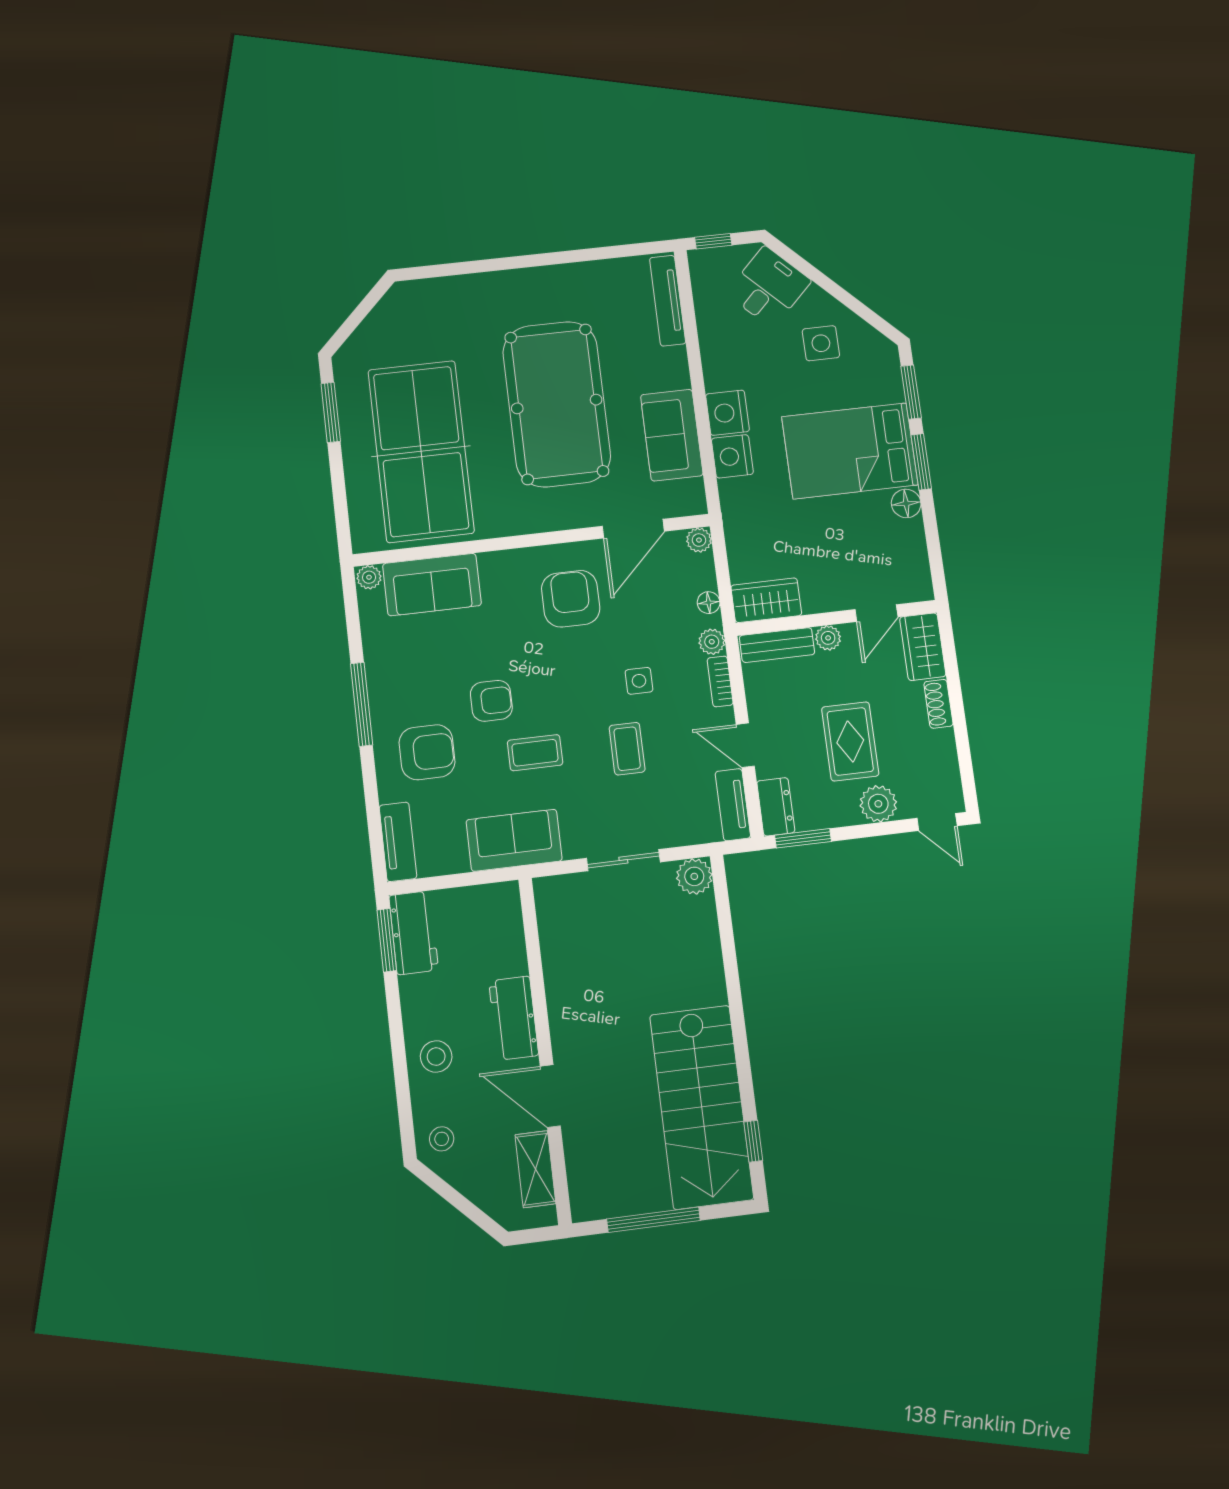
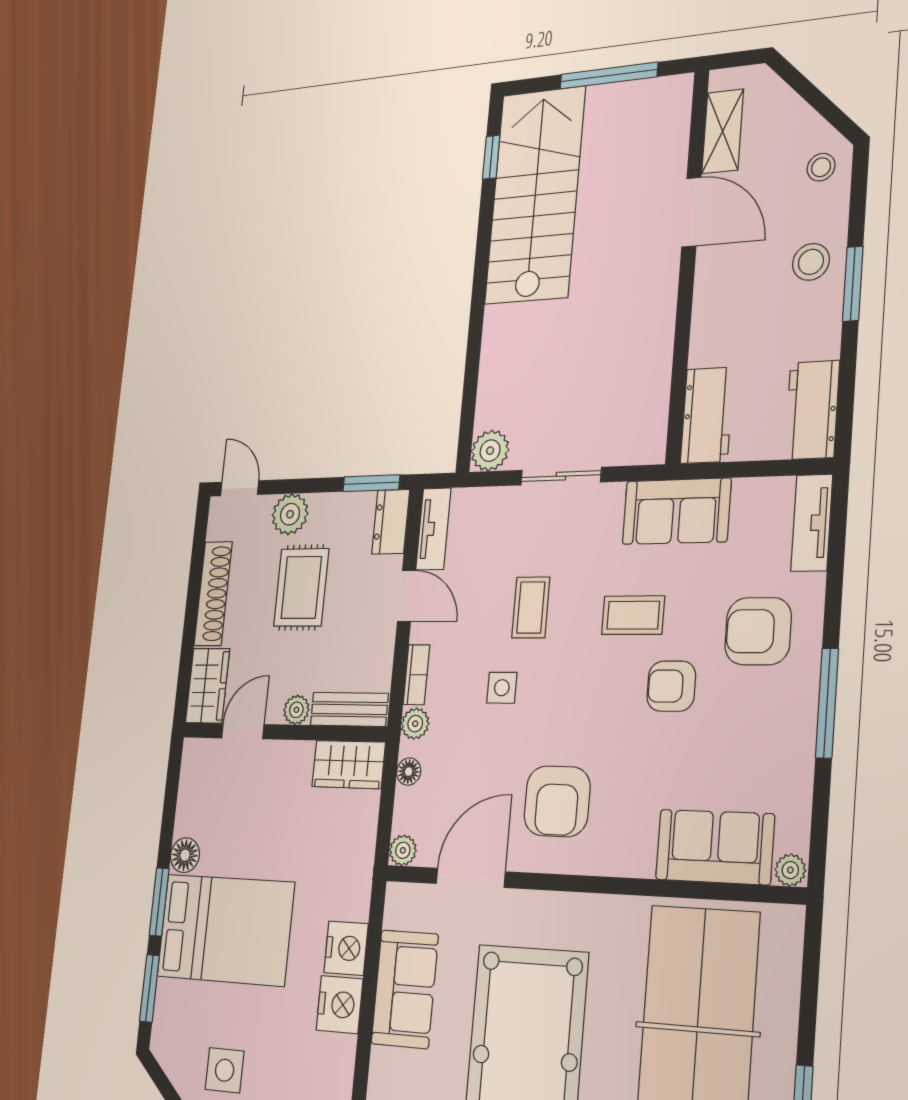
shoe rack: (938, 704) -> (213, 594), width x1.94, depth x1.24
window: (387, 940) -> (853, 284), moved
workbench: (514, 1018) -> (707, 415), moved

